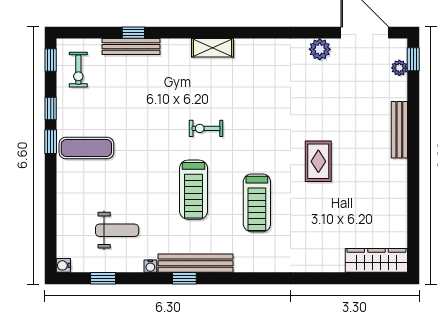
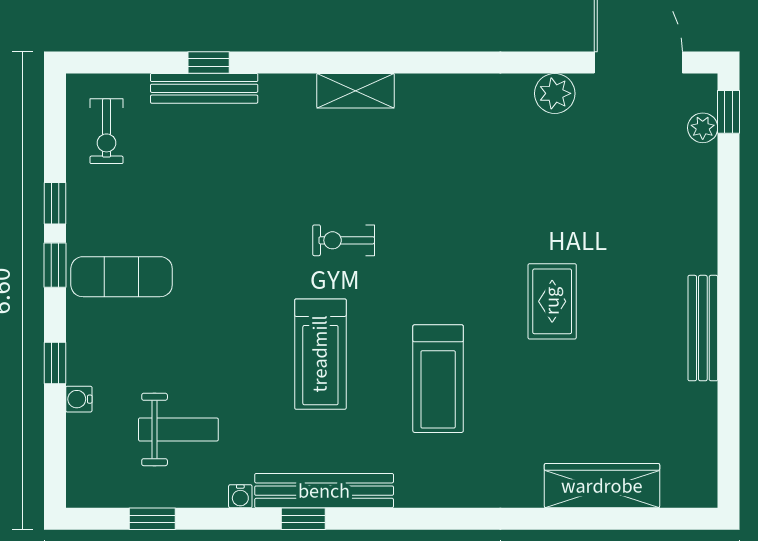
window: (51, 60) -> (55, 363), moved
bench: (399, 130) -> (703, 328), moved
wardrobe: (376, 260) -> (602, 486), moved
water cooler: (63, 265) -> (79, 399), moved

